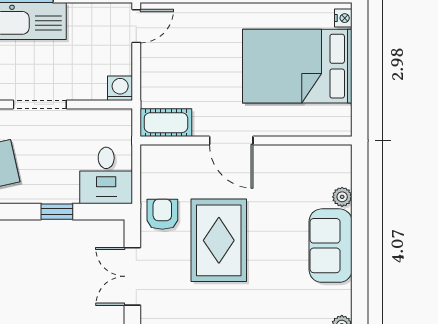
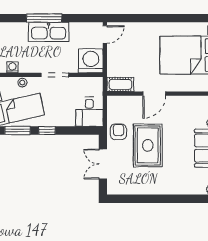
washing machine: (120, 88) -> (91, 61), width x1.89, depth x1.89
door: (231, 141) -> (154, 94), hinge flipped
window: (57, 212) -> (47, 131), moved

